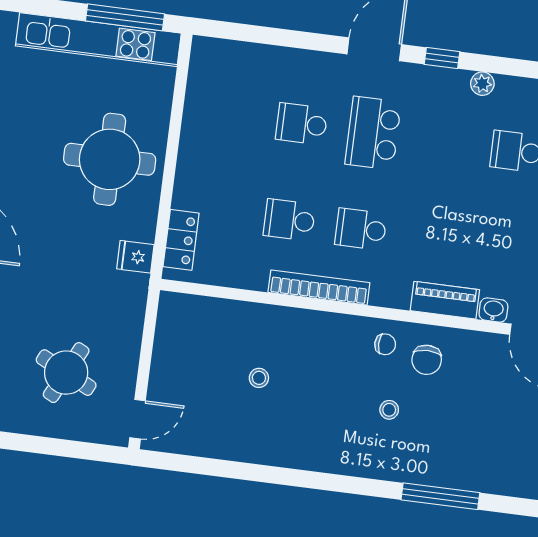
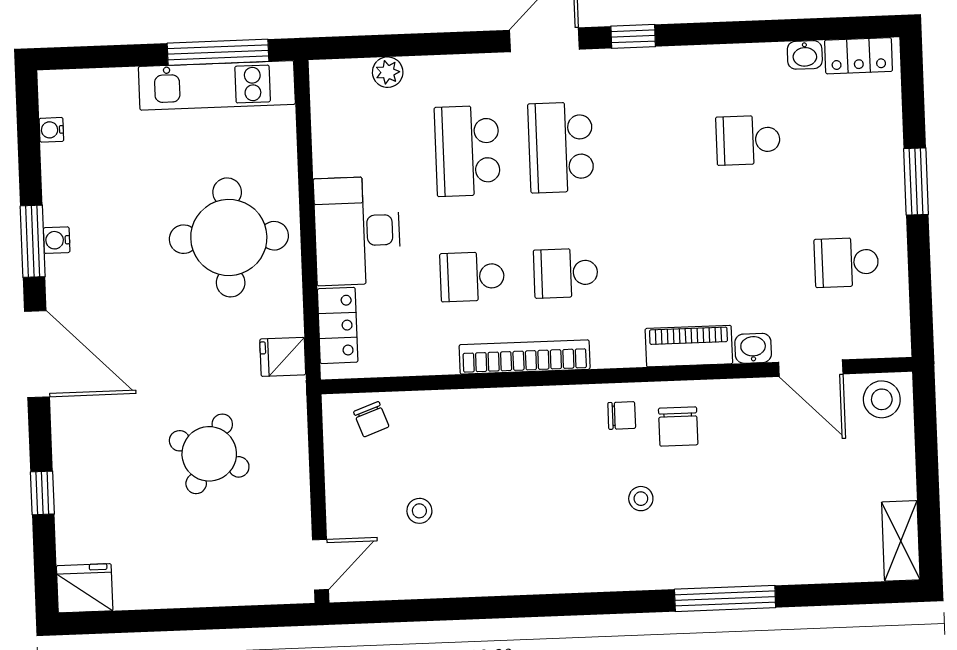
kitchen unit: (98, 40) -> (217, 85), width x0.73
plant: (482, 84) -> (388, 72), moved
school desk: (302, 124) -> (467, 151), width x1.85
desk: (208, 171) -> (357, 231), added
chair: (195, 315) -> (371, 419), added
round table: (66, 373) -> (209, 454), moved
stool: (259, 378) -> (419, 511), moved

